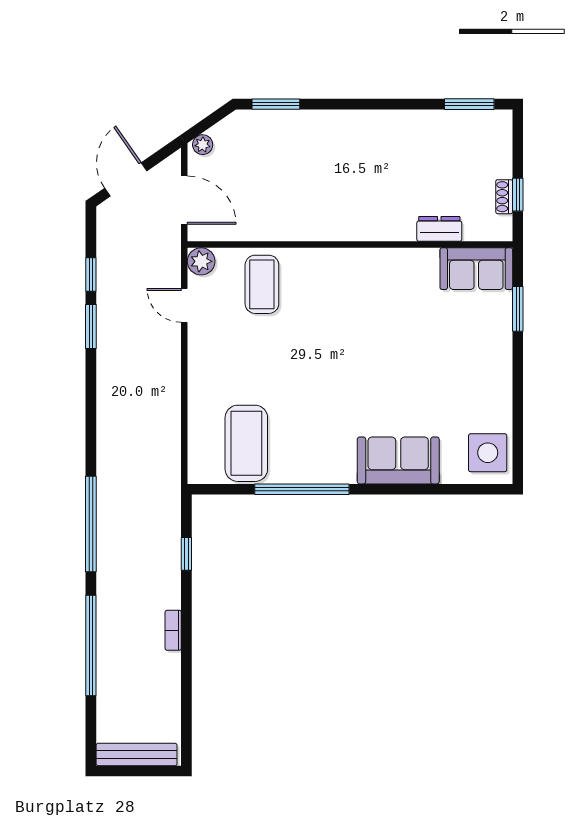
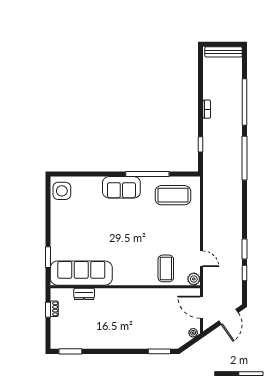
sofa: (476, 269) -> (81, 273), width x1.85, depth x1.27
coffee table: (246, 443) -> (173, 195), turned 90
sofa: (398, 460) -> (121, 187), moved

